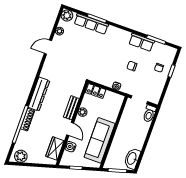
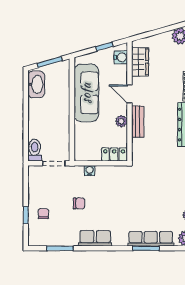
row of seats: (142, 42) -> (95, 238), moved
water cooler: (71, 147) -> (121, 57), moved

